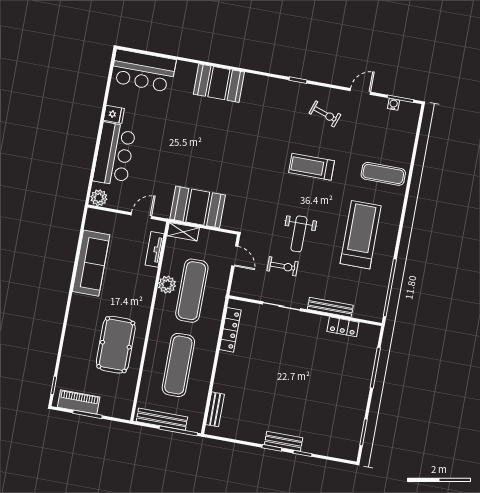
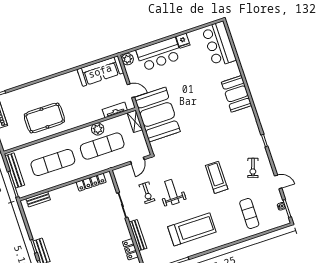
exercise mat: (383, 174) -> (249, 214), moved
booth: (198, 207) -> (157, 114), width x1.36, depth x1.42
weight bench: (299, 234) -> (172, 192), turned 90
sofa: (91, 263) -> (100, 71), moved

